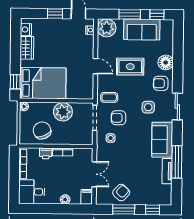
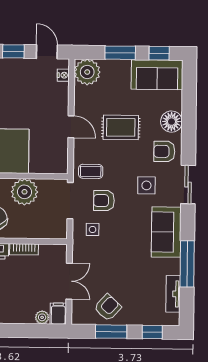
sofa: (142, 30) -> (157, 75), moved
tv unit: (167, 171) -> (173, 294), moved
plant: (65, 199) -> (42, 317), moved

